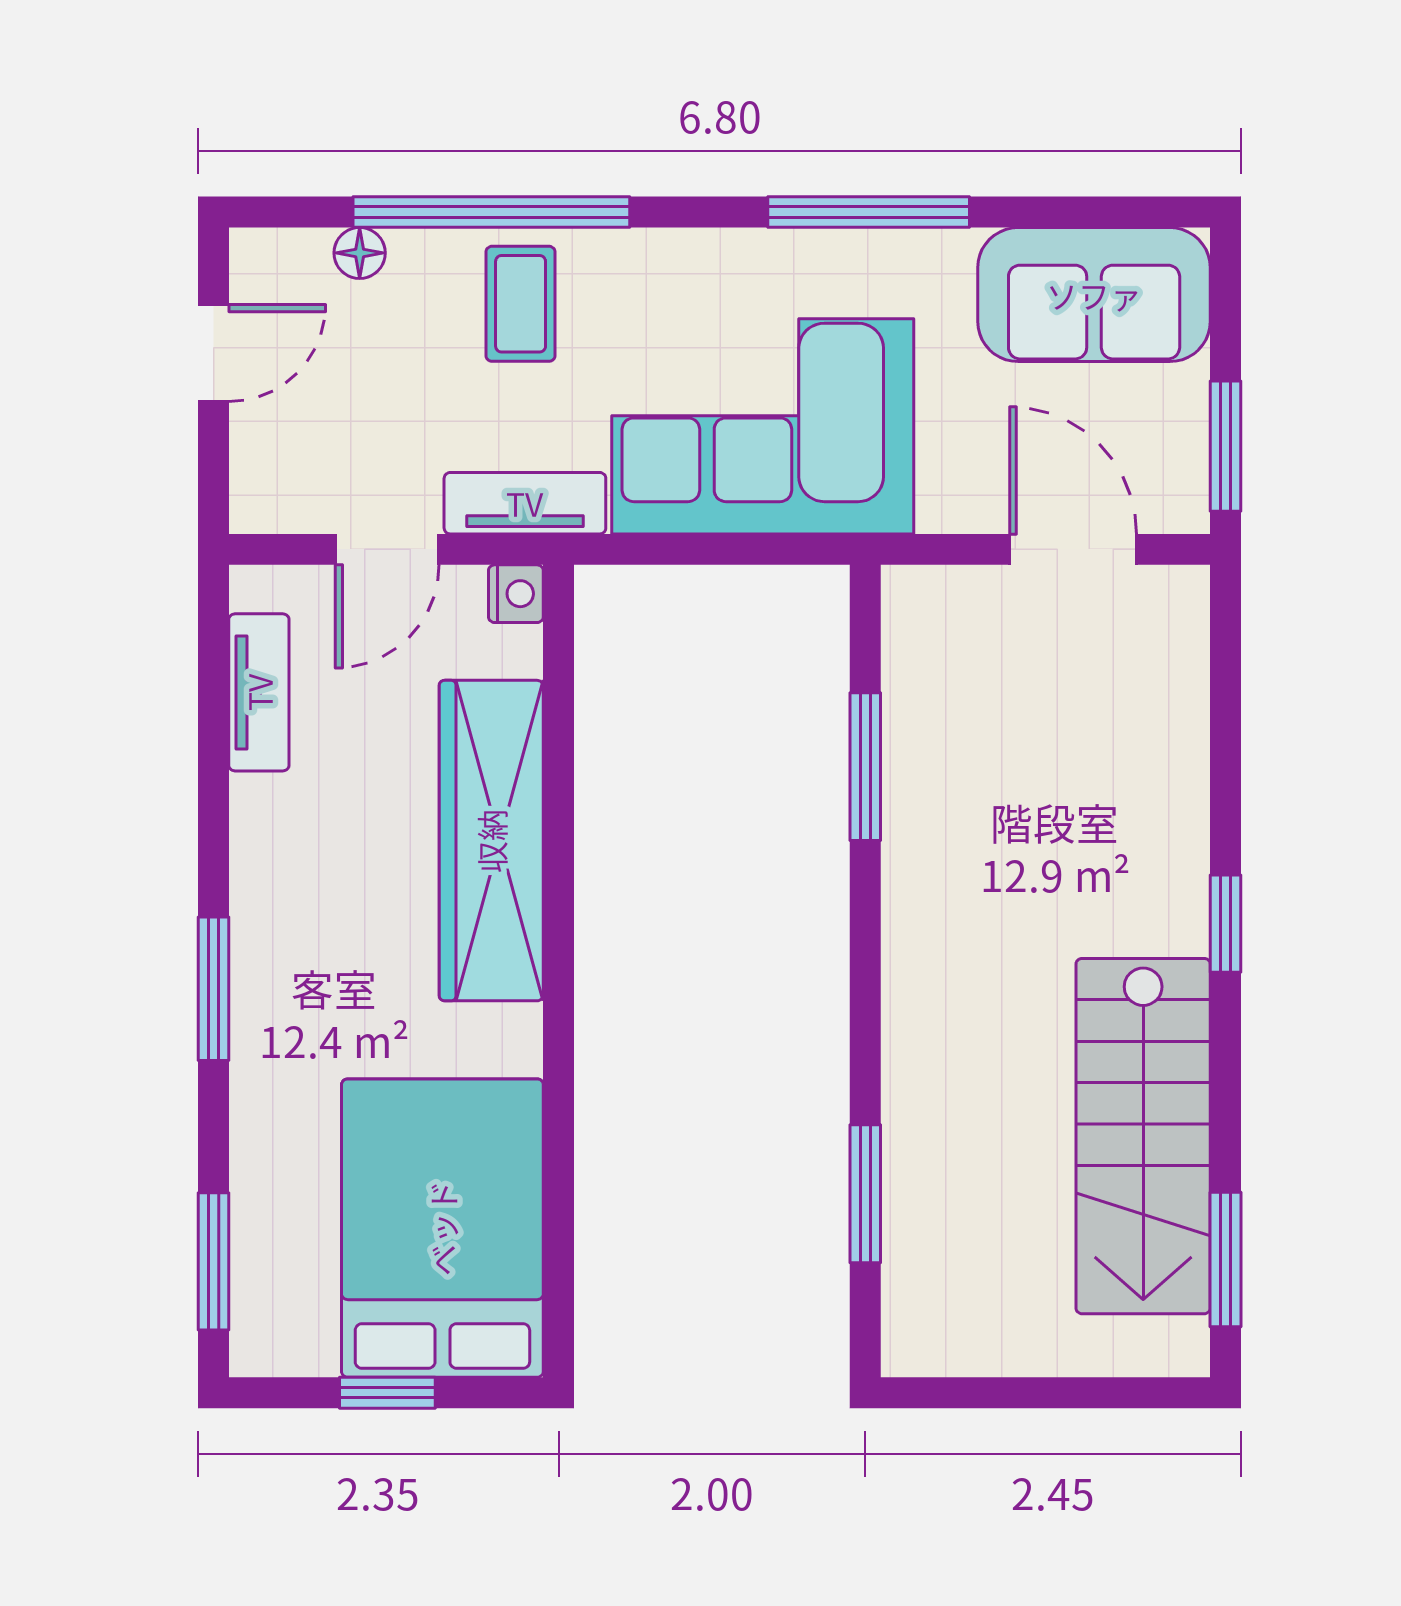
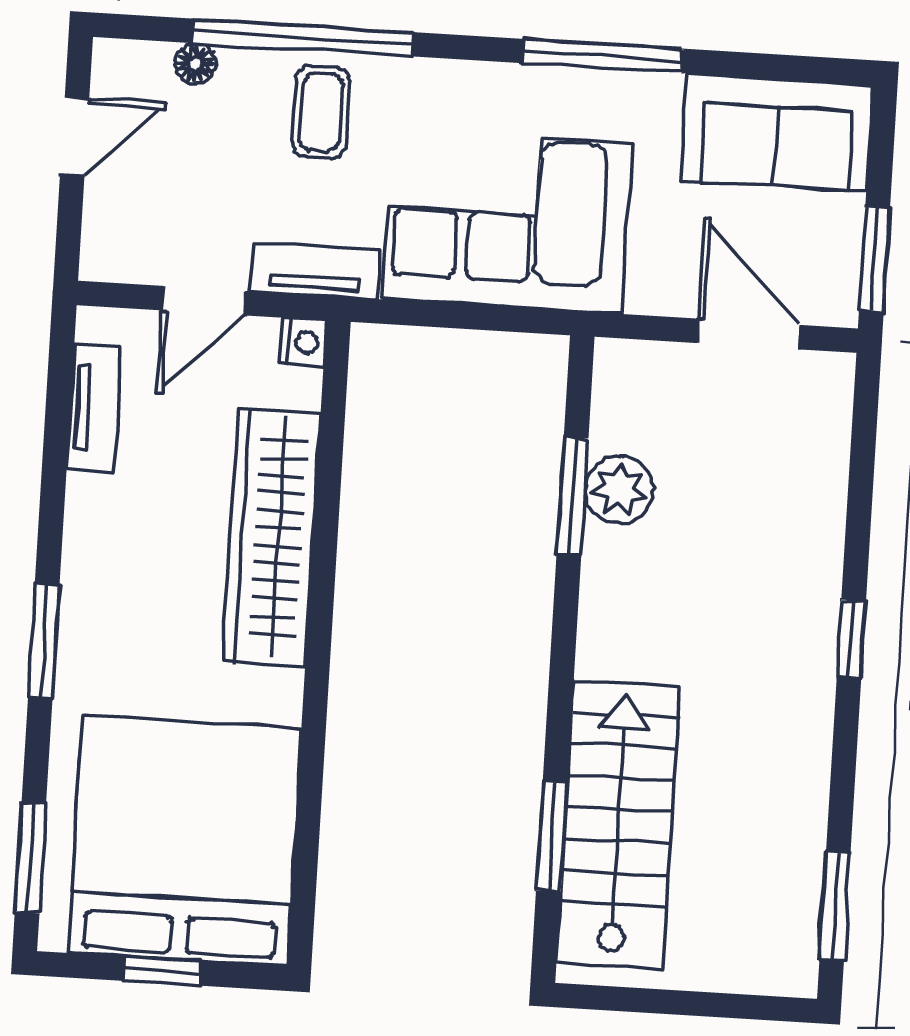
plant: (923, 755) -> (619, 490), added
stairs: (1143, 1136) -> (618, 825), moved, turned 180
bed: (442, 1228) -> (185, 841), width x1.36

